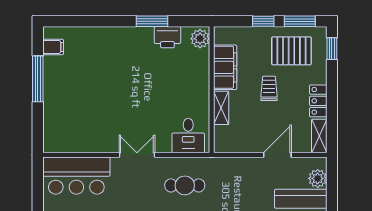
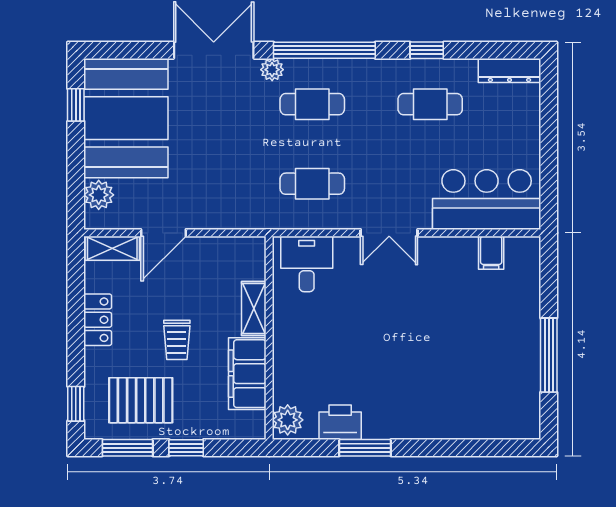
filing cabinet: (53, 47) -> (491, 253), moved, turned -90
shelving: (319, 136) -> (112, 248), moved, turned 90

